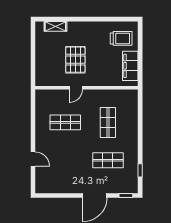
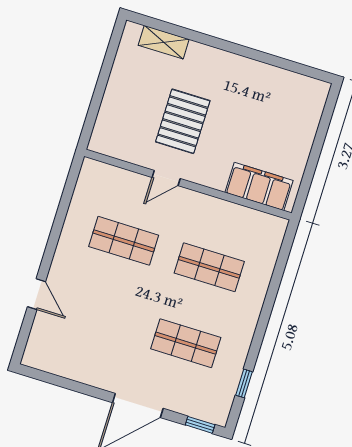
trolley: (121, 38) -> (288, 107), removed
filing cabinet: (130, 66) -> (259, 186), moved, turned 90
shop shelf: (108, 122) -> (209, 267), turned 90

